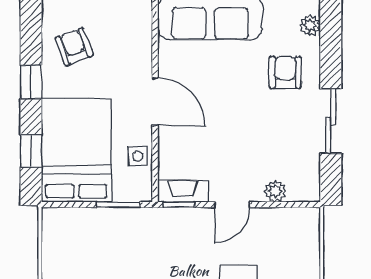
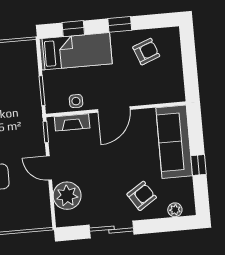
armchair: (285, 72) -> (142, 196), turned -33
bed: (76, 150) -> (76, 51), width x0.67
fireplace: (183, 191) -> (72, 122), moved, turned 90
plant: (275, 191) -> (67, 196), width x1.87, depth x1.87

